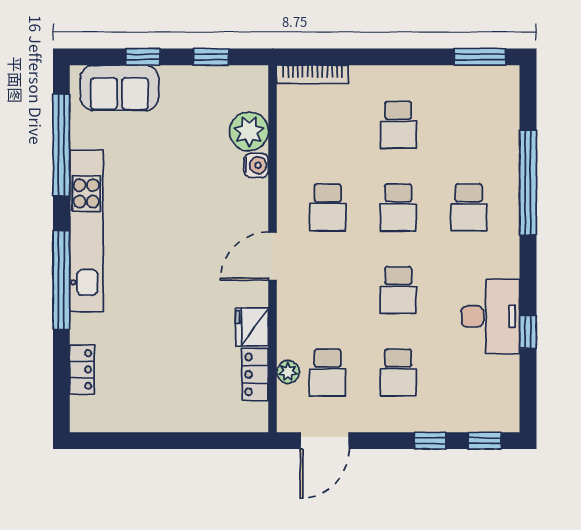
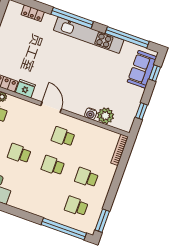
window: (143, 57) -> (155, 73), moved
window: (528, 183) -> (64, 229), moved
school desk: (469, 207) -> (76, 206), moved

